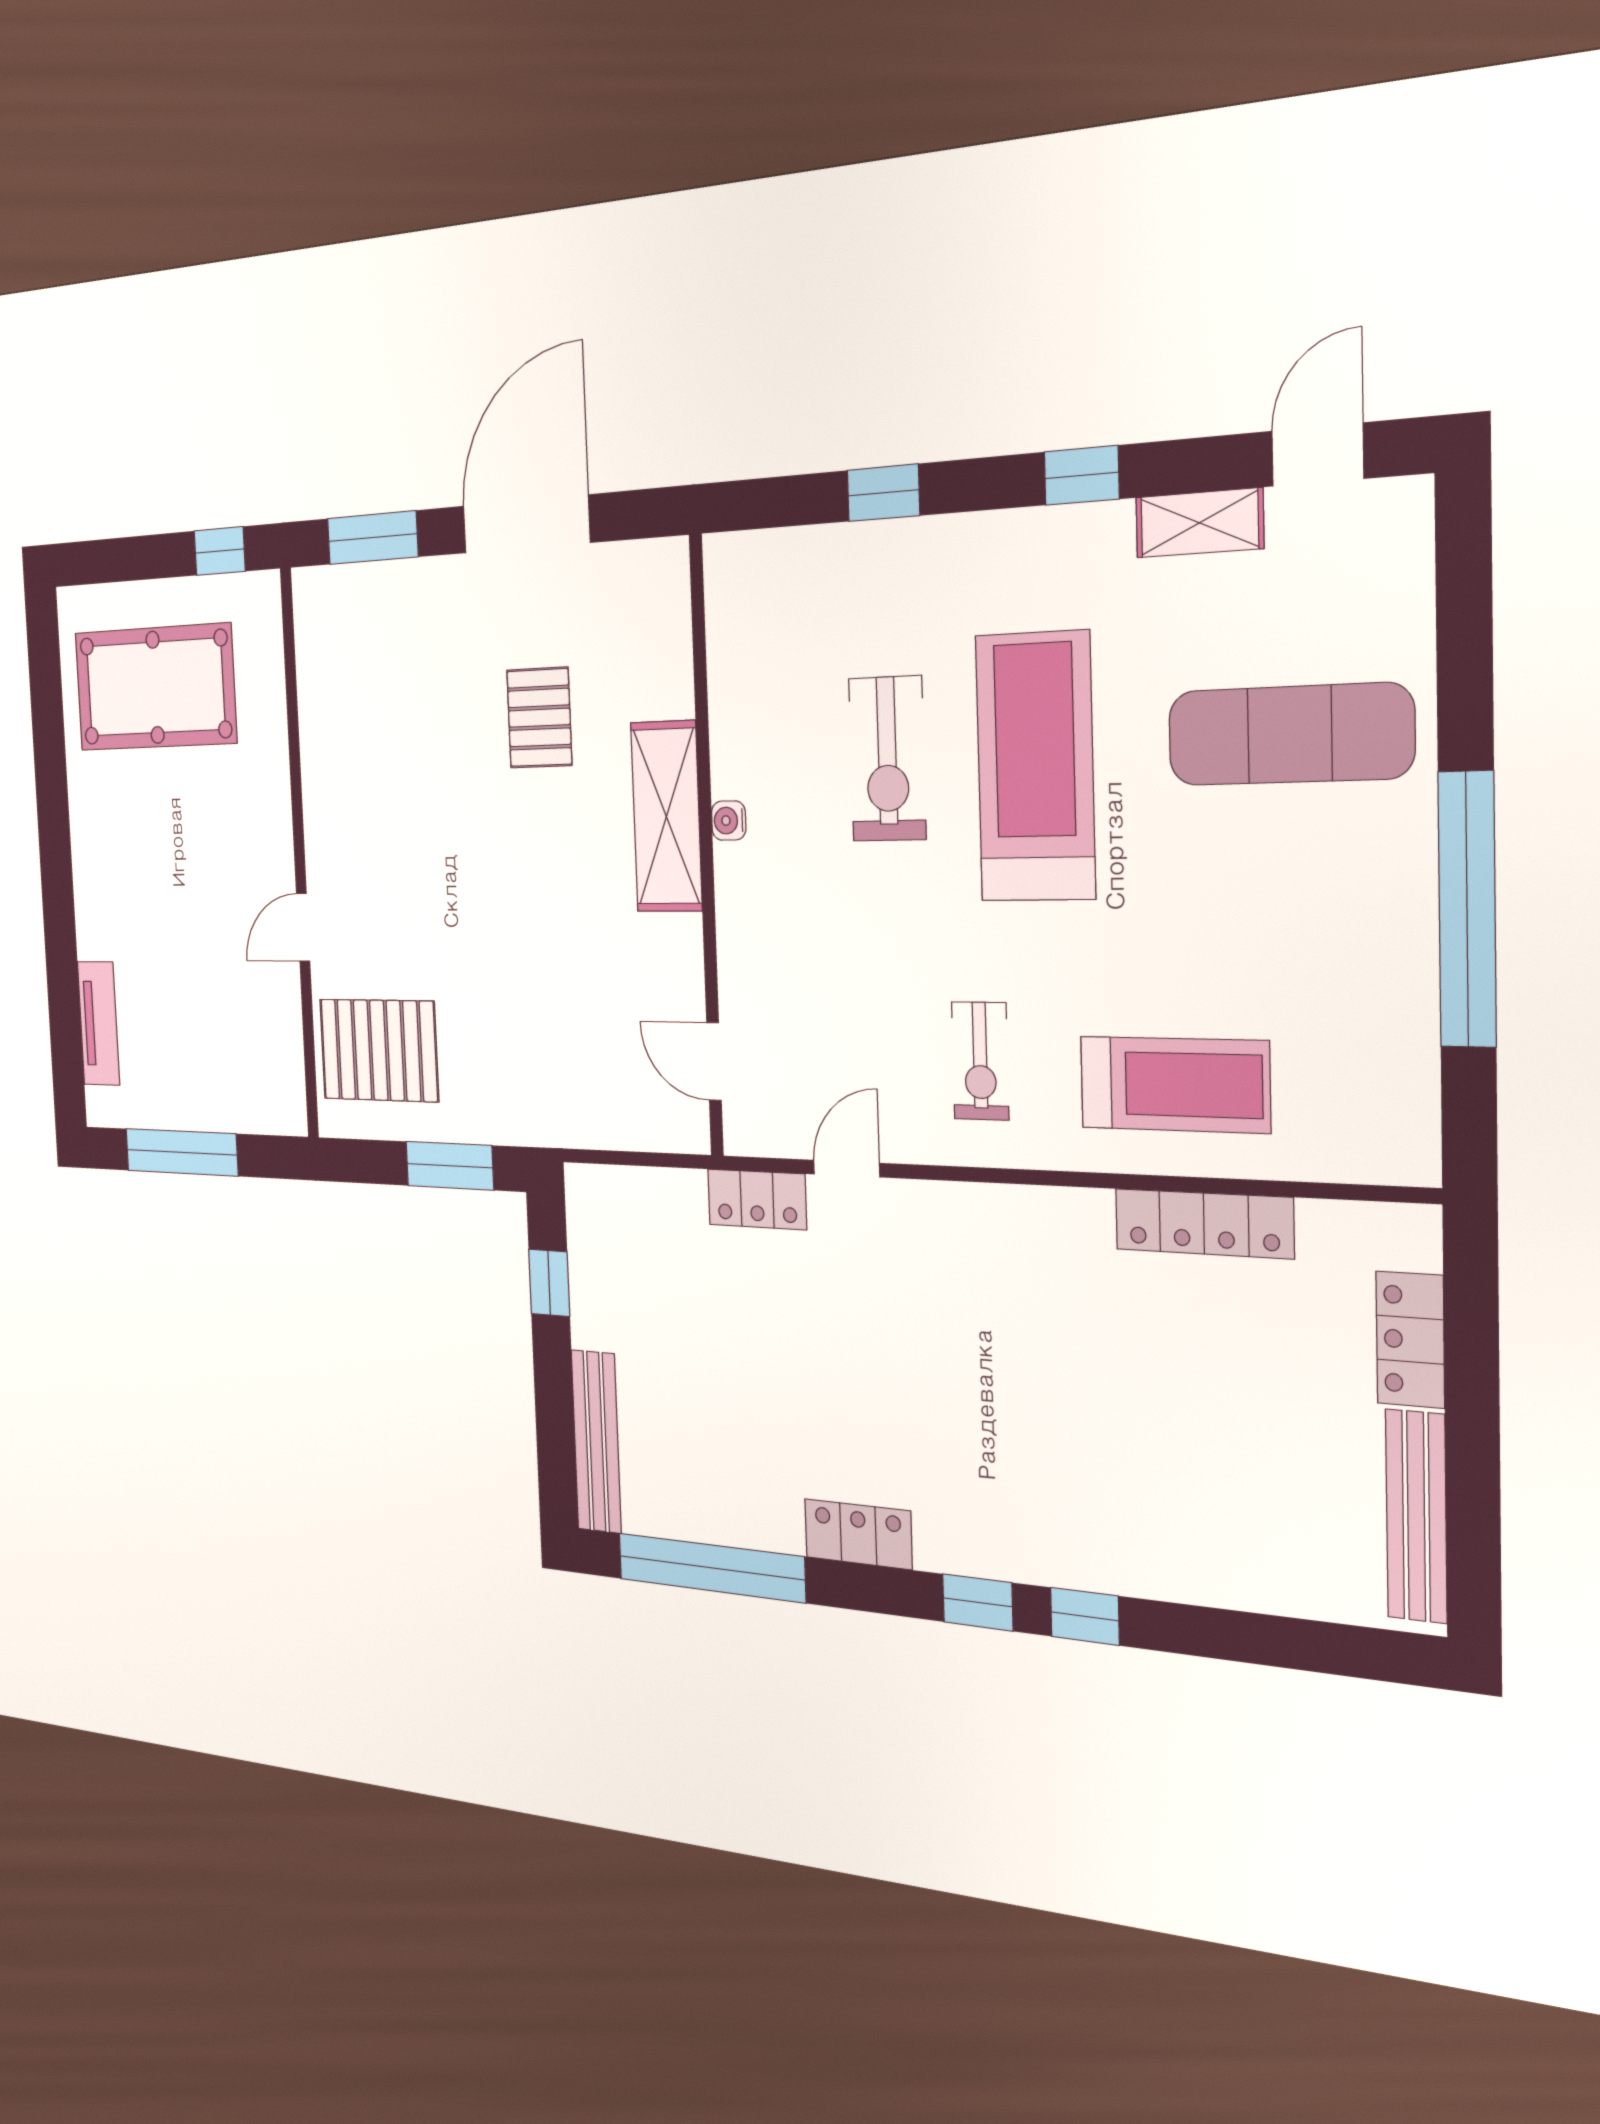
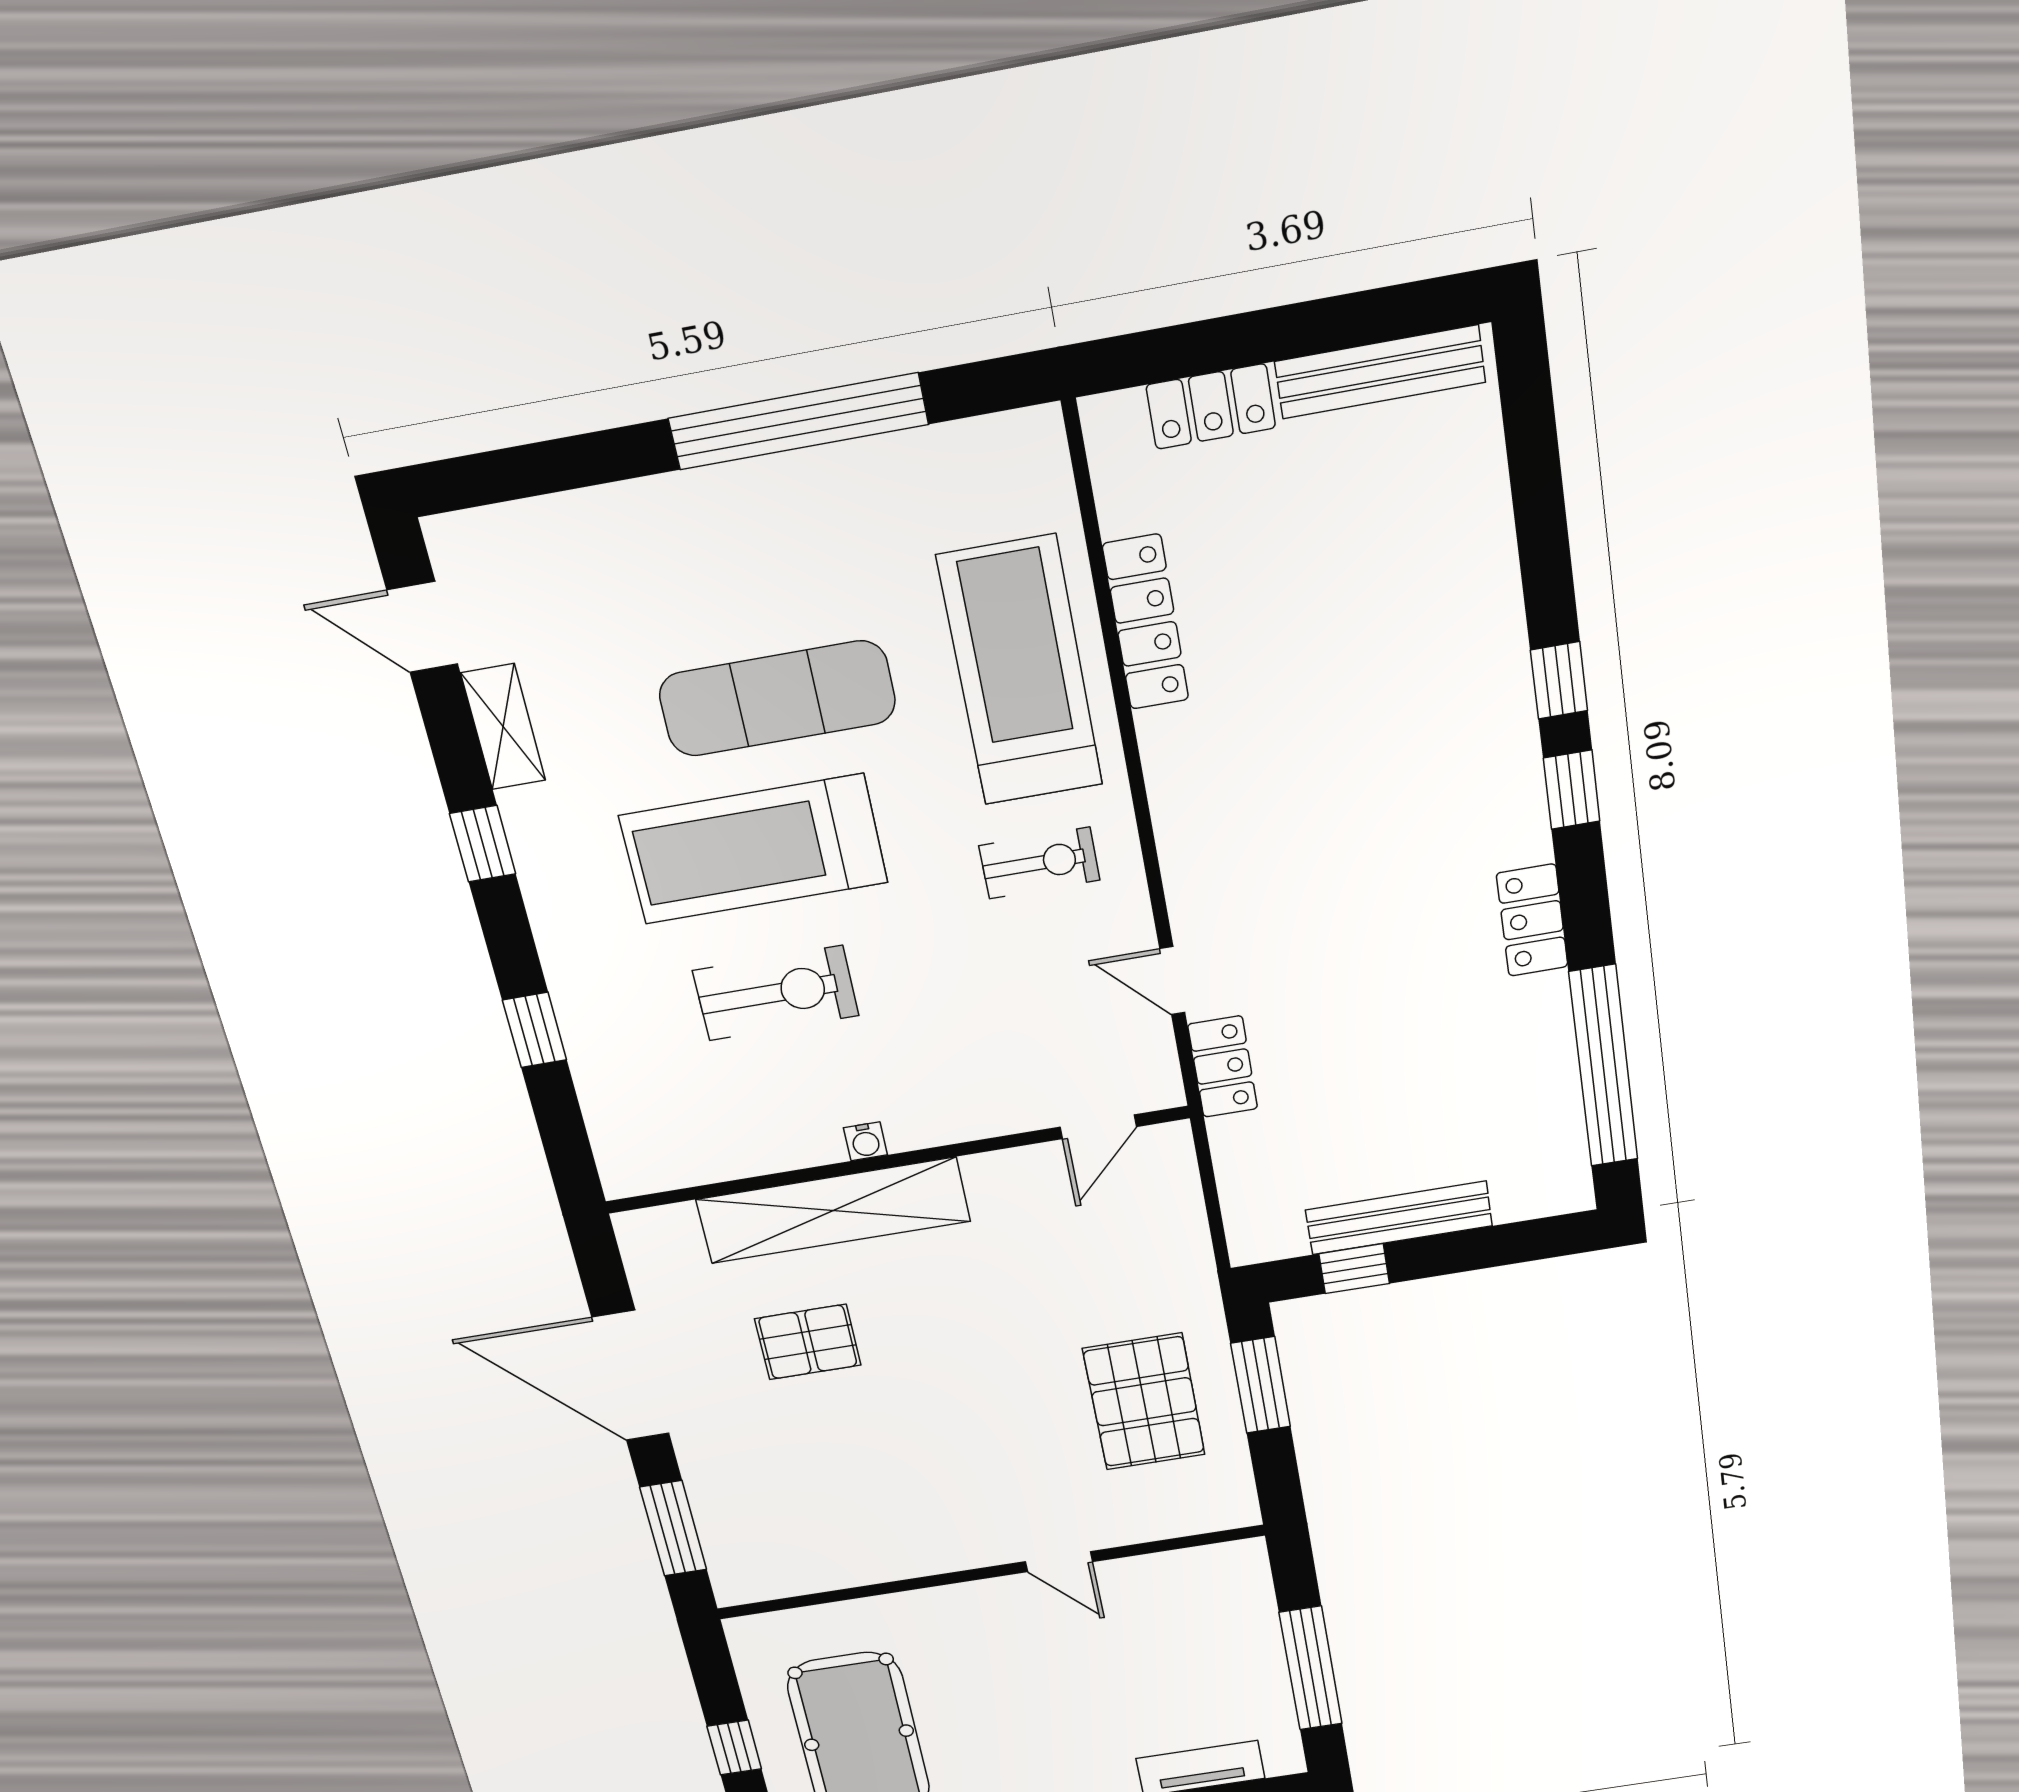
window: (220, 551) -> (734, 1748), moved
exercise mat: (1290, 734) -> (777, 699), moved, turned 90
shelving: (666, 816) -> (833, 1210), width x1.47
pallet: (379, 1050) -> (1144, 1402), moved
treadmill: (1174, 1085) -> (1020, 671), width x1.37, depth x1.38
bench: (596, 1442) -> (1399, 1218), moved

